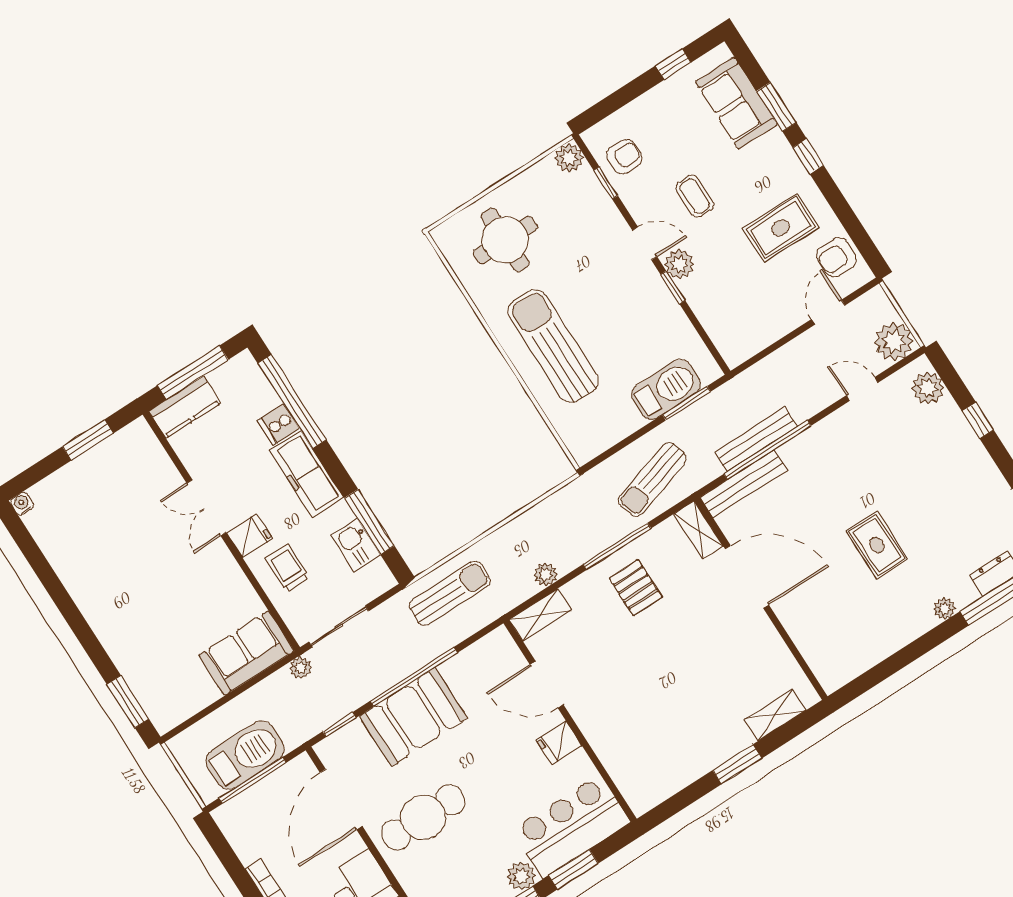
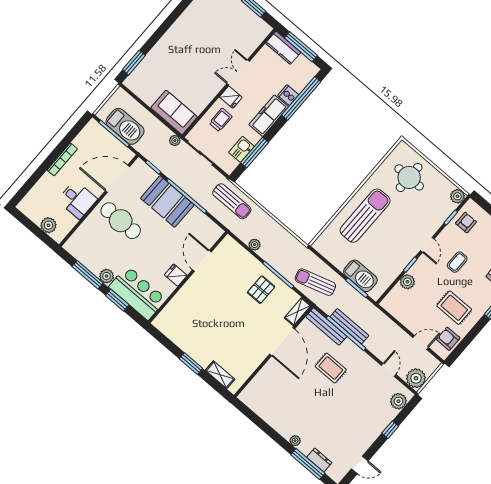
armchair: (624, 157) -> (466, 223), turned -90
plant: (679, 264) -> (407, 282), moved
rug: (877, 545) -> (331, 368), moved, turned 90
shelving: (540, 615) -> (234, 248), removed

